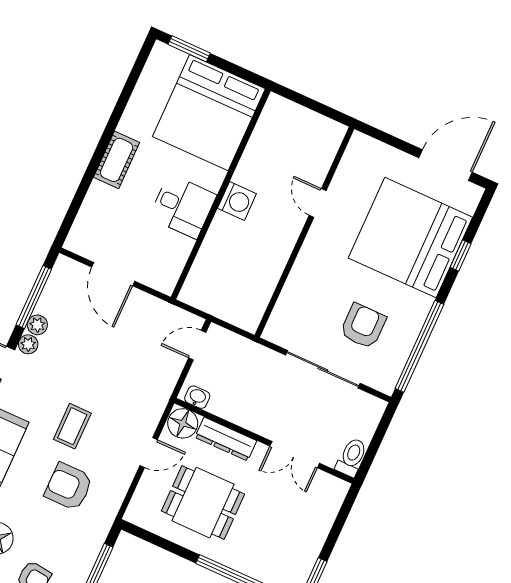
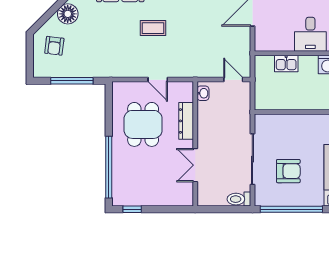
kitchen sink: (209, 260) -> (286, 63), added
floor lamp: (183, 423) -> (184, 92), removed
toilet: (352, 457) -> (239, 199), moved, turned 180
armchair: (69, 487) -> (117, 42), removed

